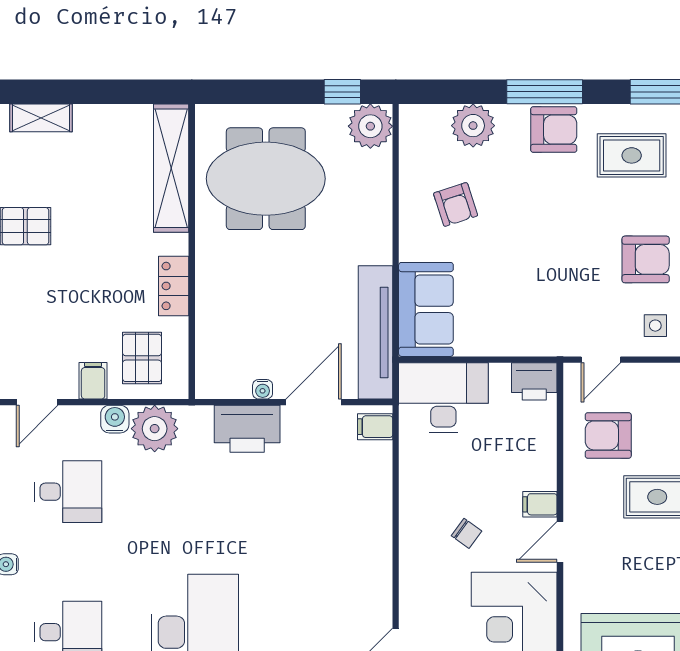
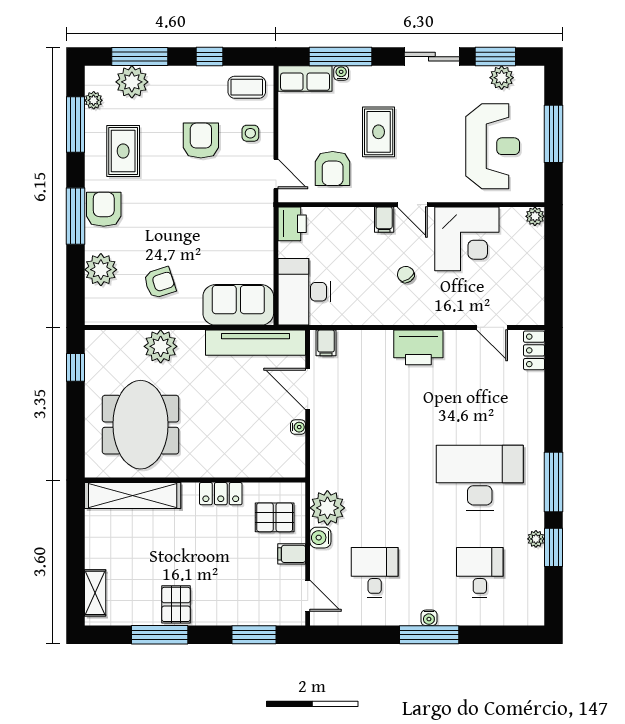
plant: (370, 126) -> (161, 346), moved
printer: (247, 429) -> (418, 347), moved, turned 90
chair: (467, 533) -> (406, 274), turned -70

